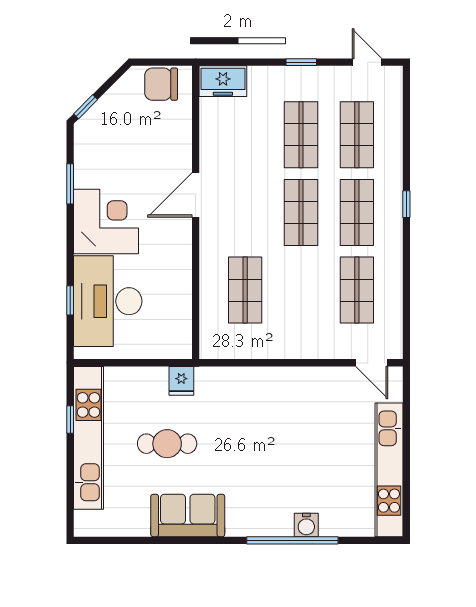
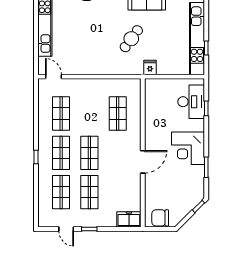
door: (367, 62) -> (66, 229), moved
chair: (161, 84) -> (160, 218), turned 180
desk: (108, 301) -> (191, 102), width x0.73, depth x0.77
cafe table: (167, 444) -> (131, 39), moved, turned -54

